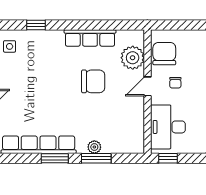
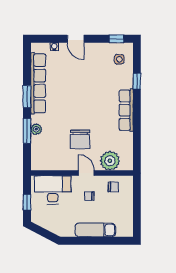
row of seats: (90, 38) -> (126, 110), moved
chair: (164, 54) -> (113, 187), width x0.54, depth x0.54
chair: (93, 81) -> (80, 139), moved
window: (168, 158) -> (27, 202), moved

